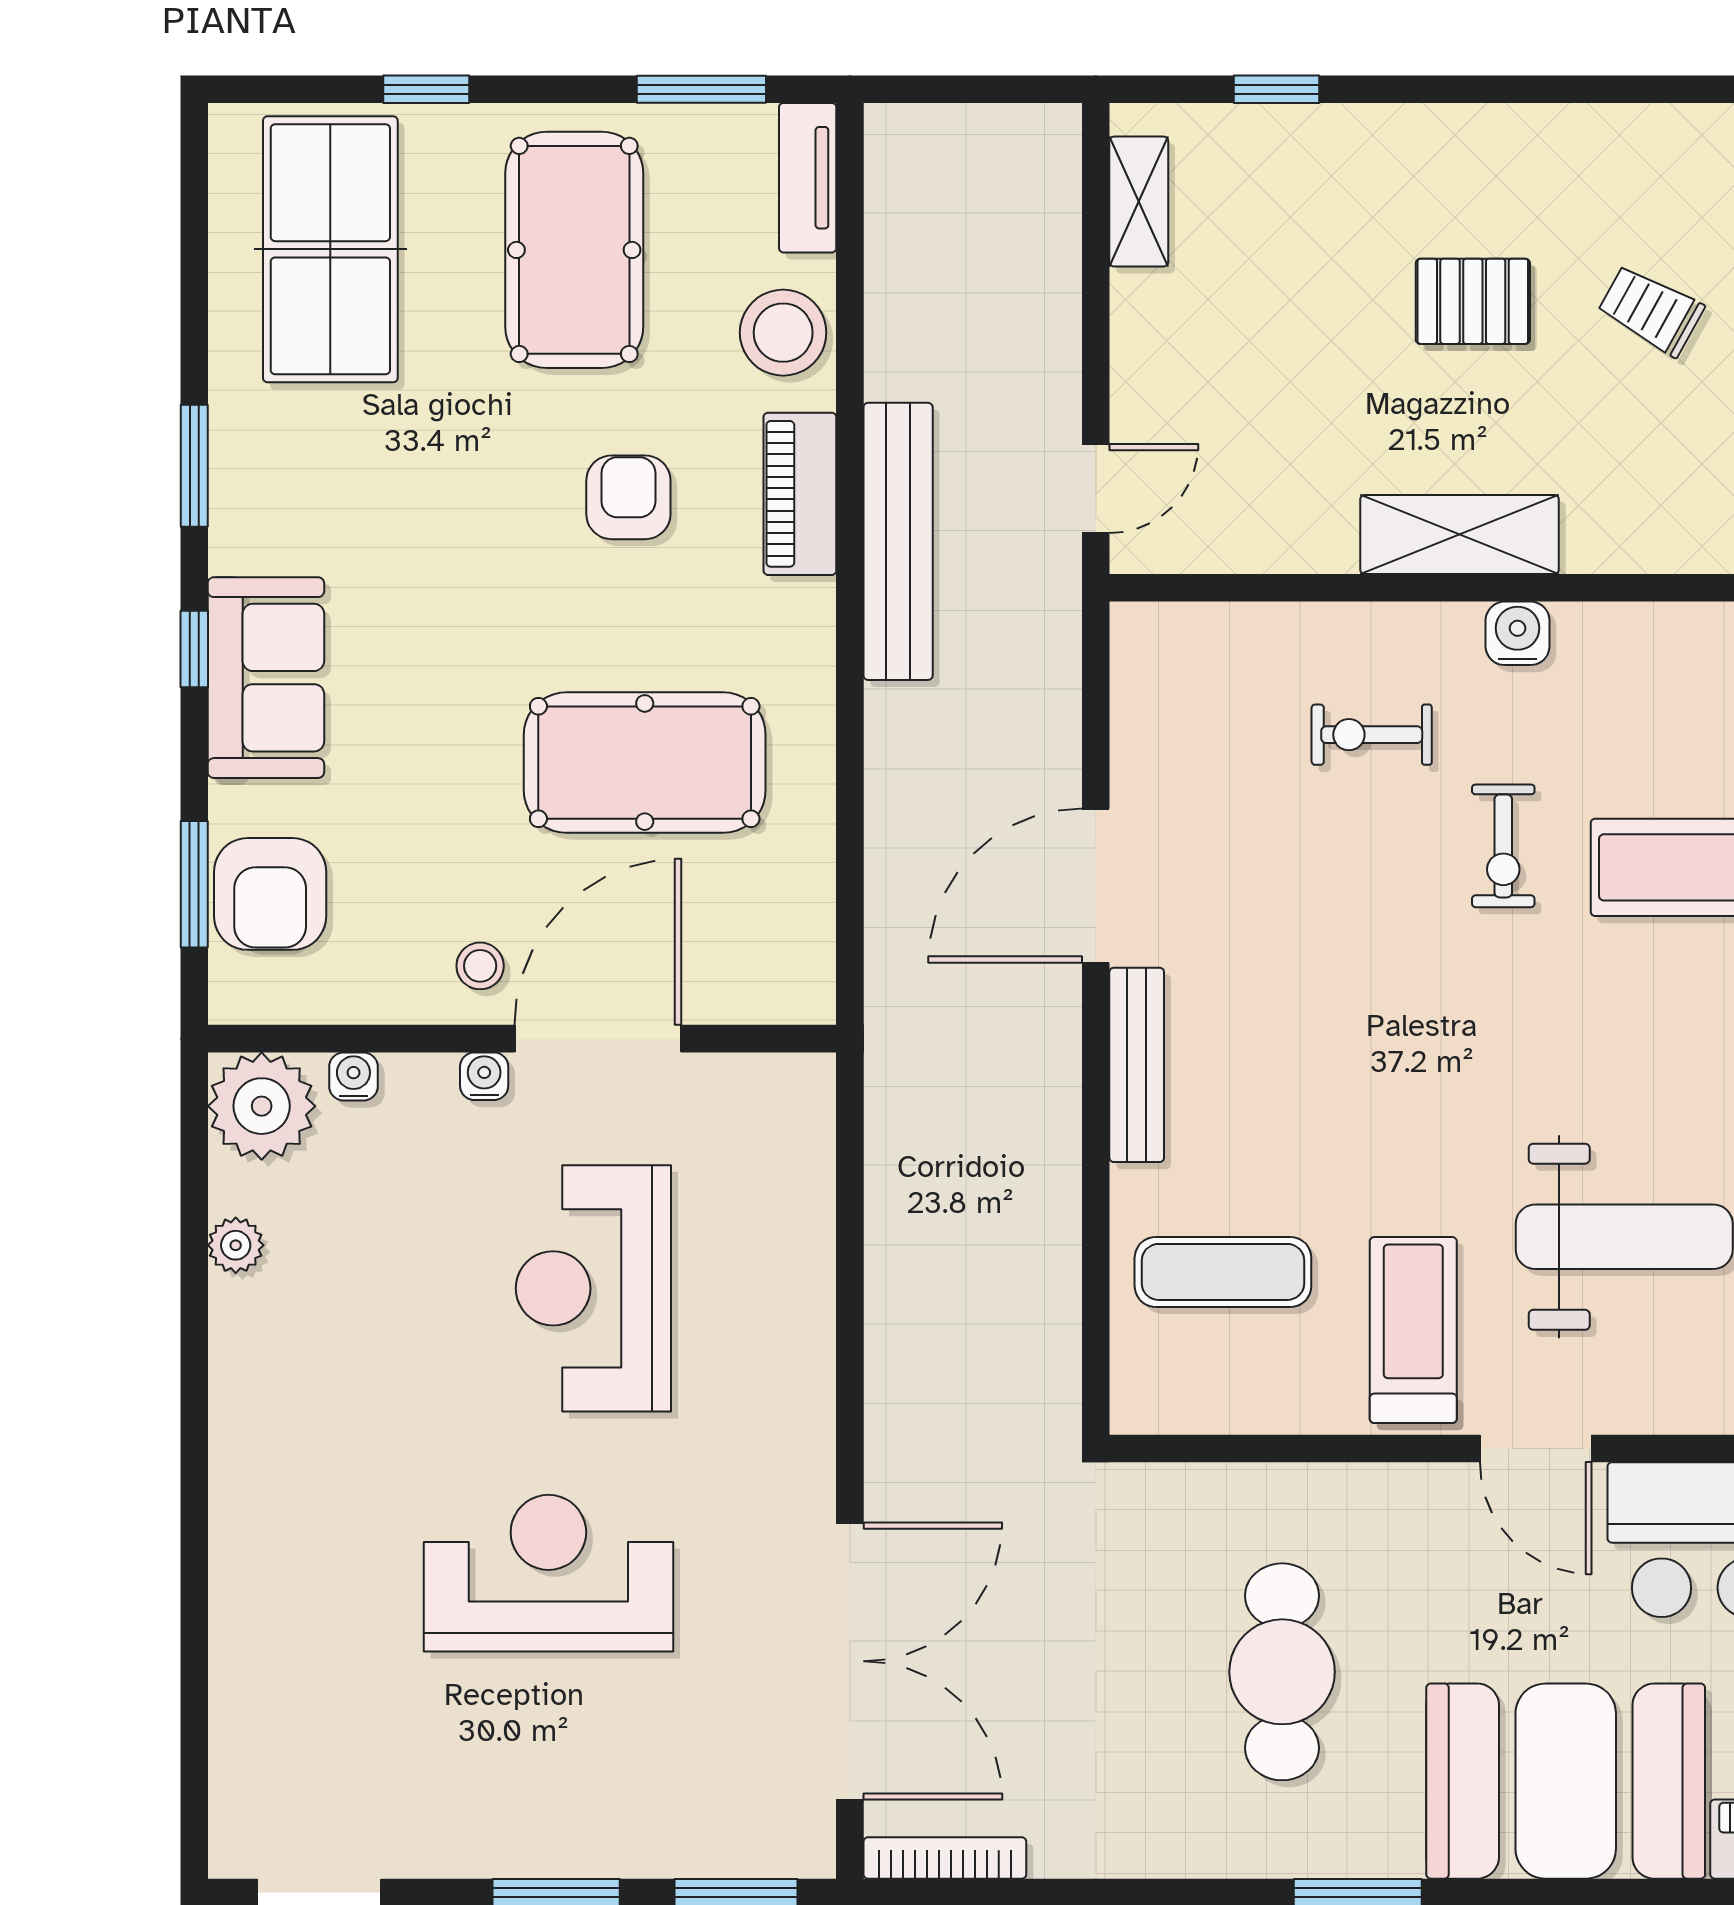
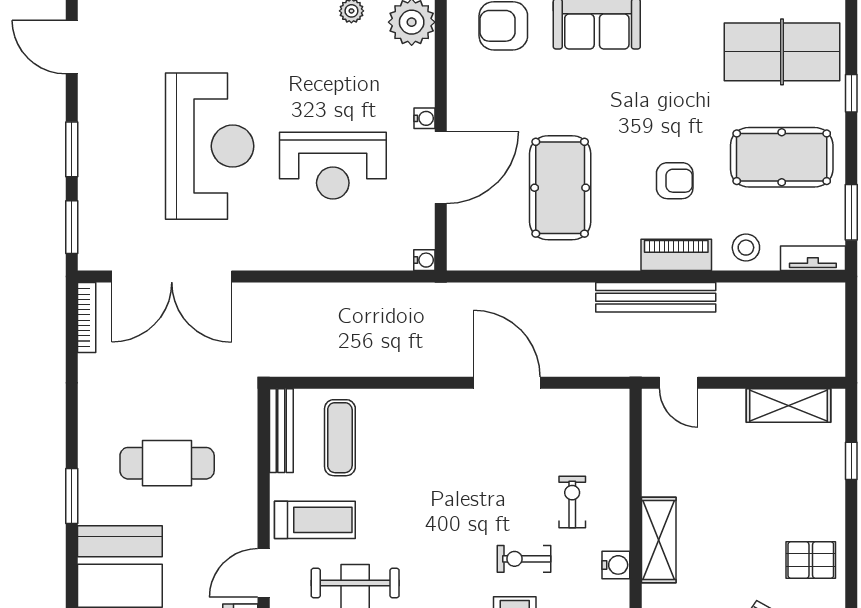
shelving: (1139, 202) -> (789, 405), width x1.50, depth x1.33
pallet: (1473, 301) -> (811, 560), moved, turned 90
stool: (783, 333) -> (746, 248), width x0.73, depth x0.73
stool: (480, 966) -> (472, 117), removed
door: (598, 1039) -> (441, 167), hinge flipped
bench: (1137, 1065) -> (281, 431), moved, turned 90
water cooler: (353, 1076) -> (424, 260), moved
reception desk: (593, 1288) -> (333, 166), turned 180
reception desk: (548, 1573) -> (210, 146), width x1.36, depth x1.30

